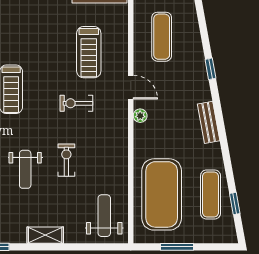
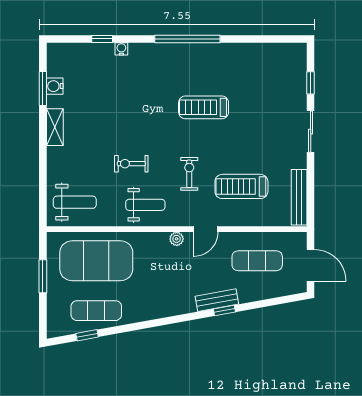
bench: (209, 122) -> (217, 300), moved
exercise bike: (66, 160) -> (131, 164), turned 180
weight bench: (25, 169) -> (145, 205), moved, turned 180
shelving: (45, 235) -> (55, 127), moved

